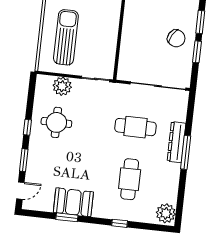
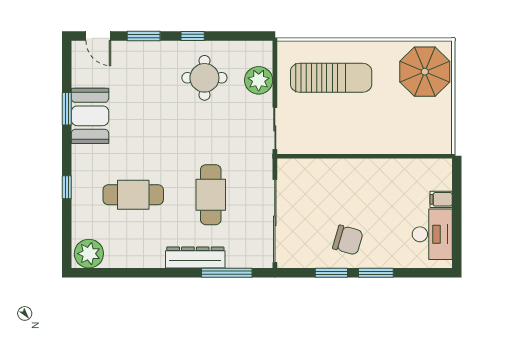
chair: (176, 38) -> (348, 240), turned -104
window: (186, 152) -> (227, 273), moved

